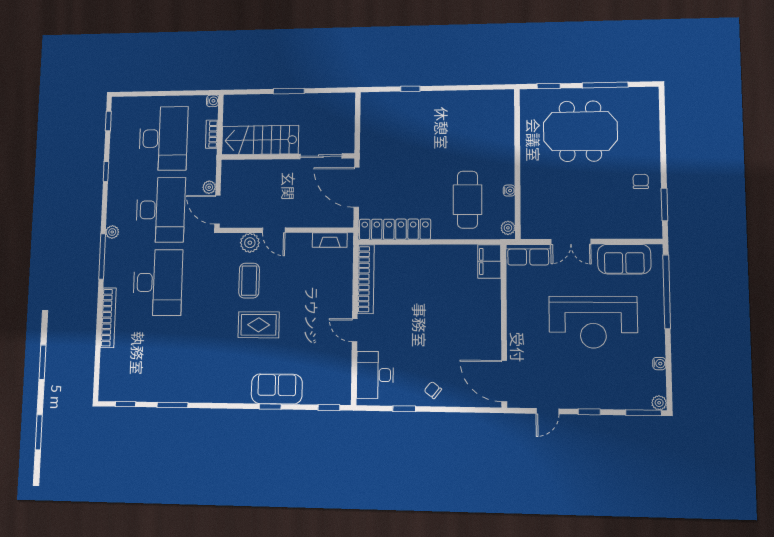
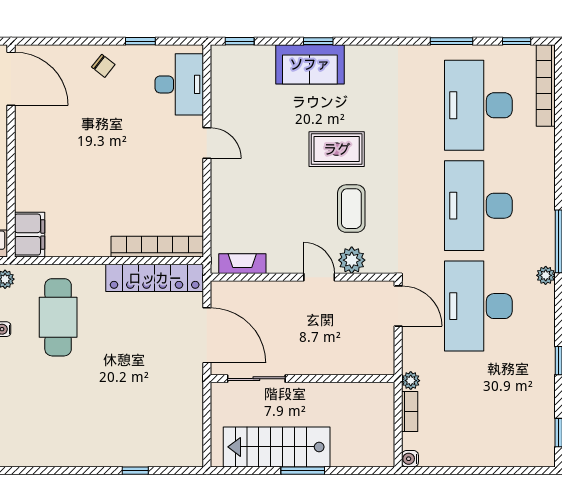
desk: (163, 138) -> (478, 105), moved
stairs: (260, 140) -> (277, 447), moved, turned 180
plant: (209, 187) -> (411, 381), moved
bookcase: (366, 279) -> (157, 247), moved, turned 90
bookcase: (108, 318) -> (546, 85), moved

